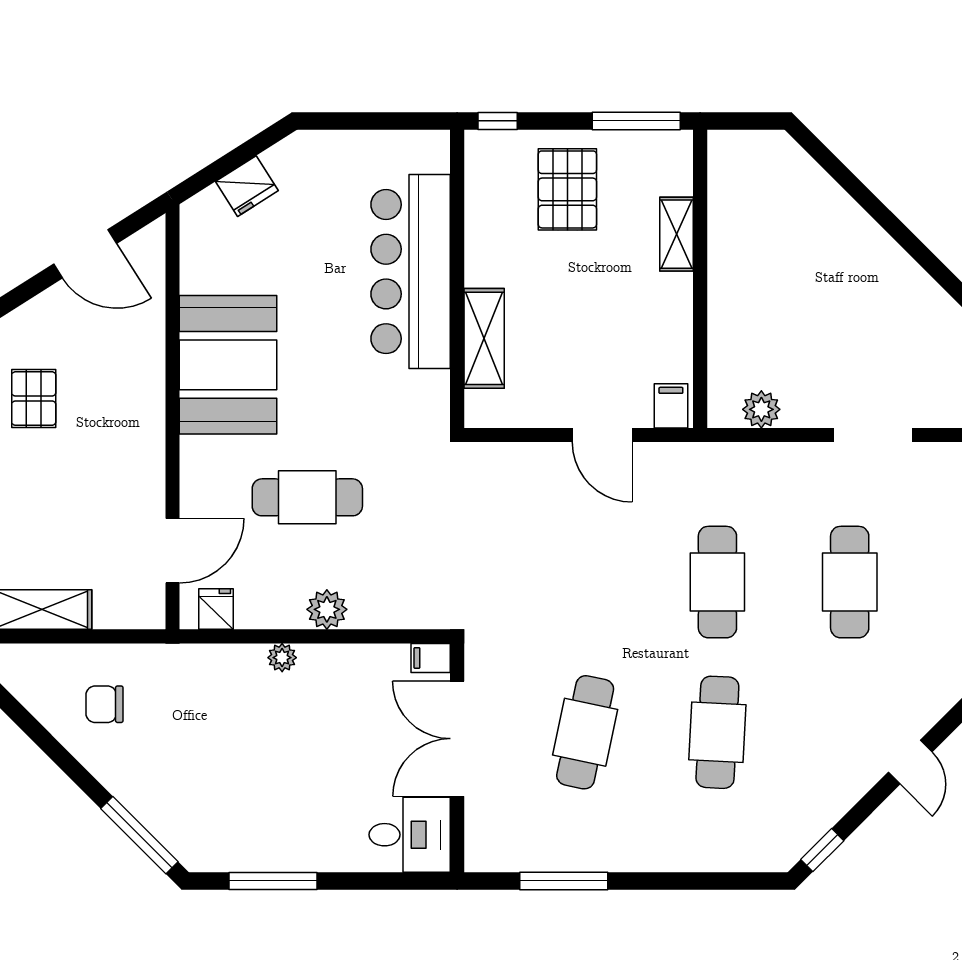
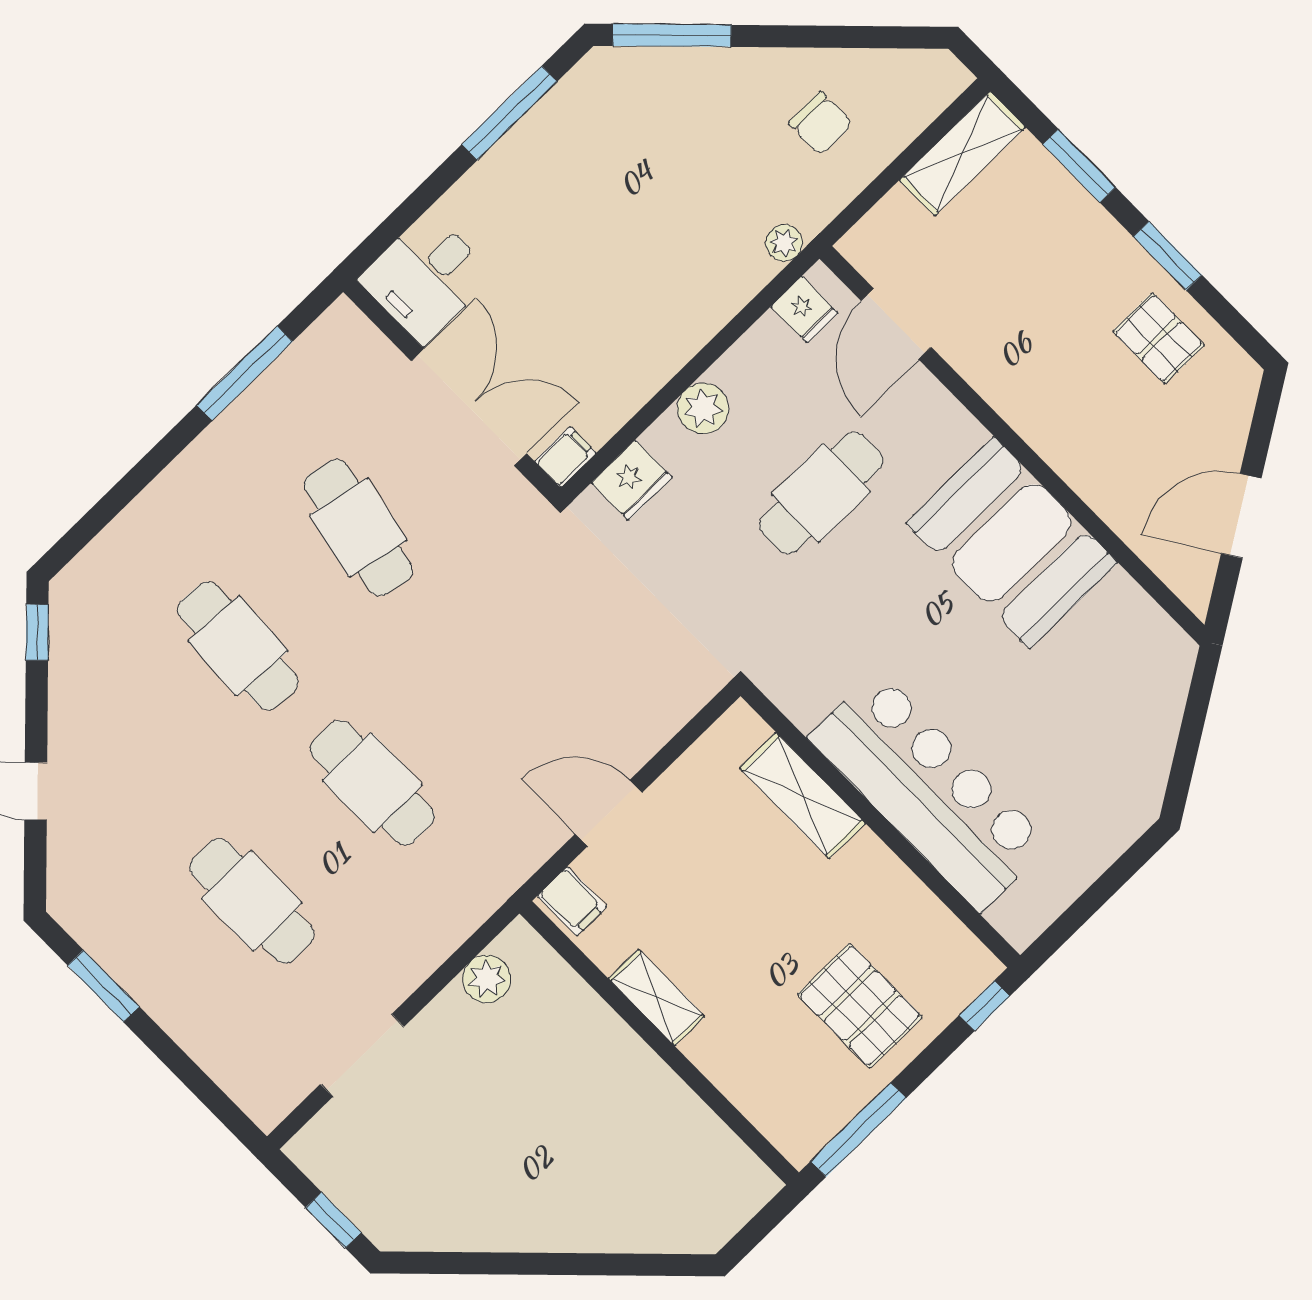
fridge: (247, 186) -> (632, 480), moved, turned -148
shelving: (676, 234) -> (657, 997), moved
plant: (282, 658) -> (784, 243), moved
chair: (105, 704) -> (821, 123), turned 90

